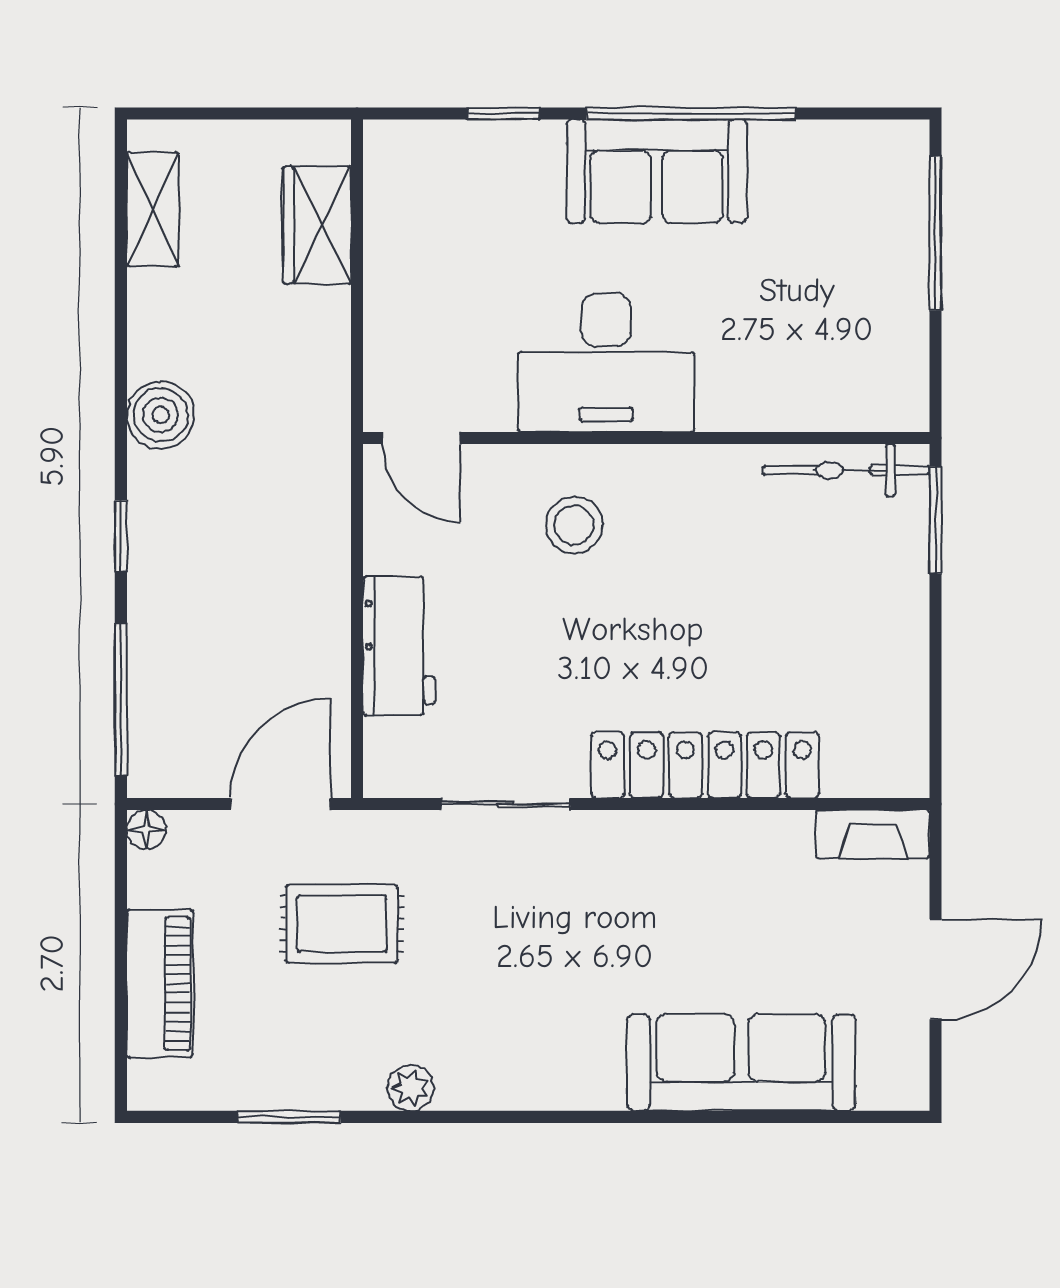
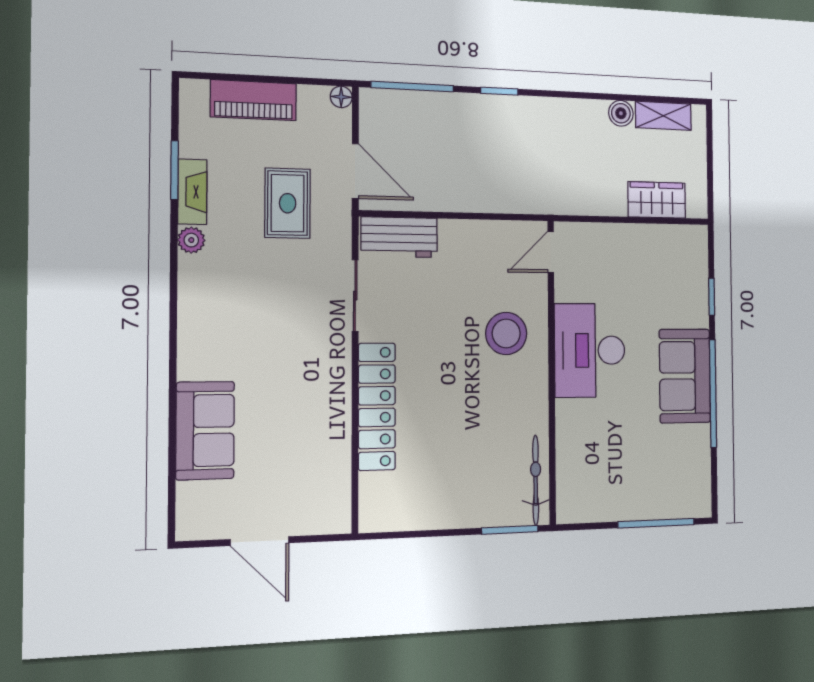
boiler: (161, 415) -> (621, 113), moved, width x0.73, depth x0.73
stool: (574, 525) -> (506, 333), width x1.38, depth x1.38
workbench: (399, 646) -> (399, 237), moved
fireplace: (873, 834) -> (192, 192), moved, turned 180
sofa: (741, 1062) -> (205, 430), width x0.73

